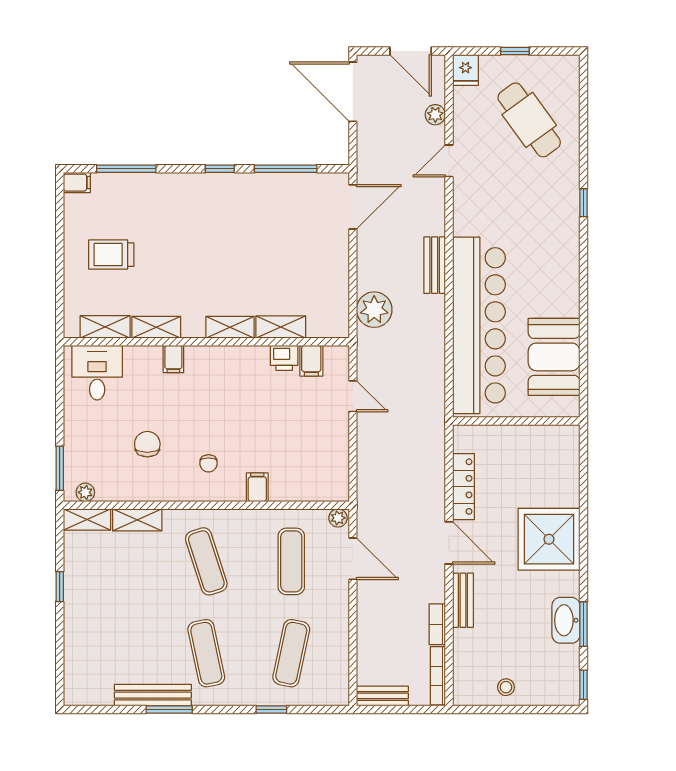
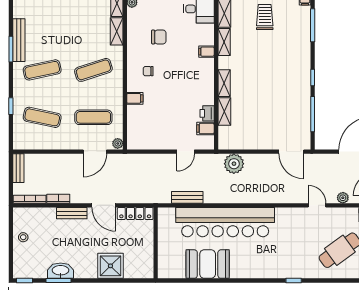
bench: (435, 265) -> (187, 197), moved
wall: (516, 421) -> (156, 243), moved
shower: (549, 539) -> (110, 266), width x0.73, depth x0.73
door: (449, 543) -> (104, 205), hinge flipped

